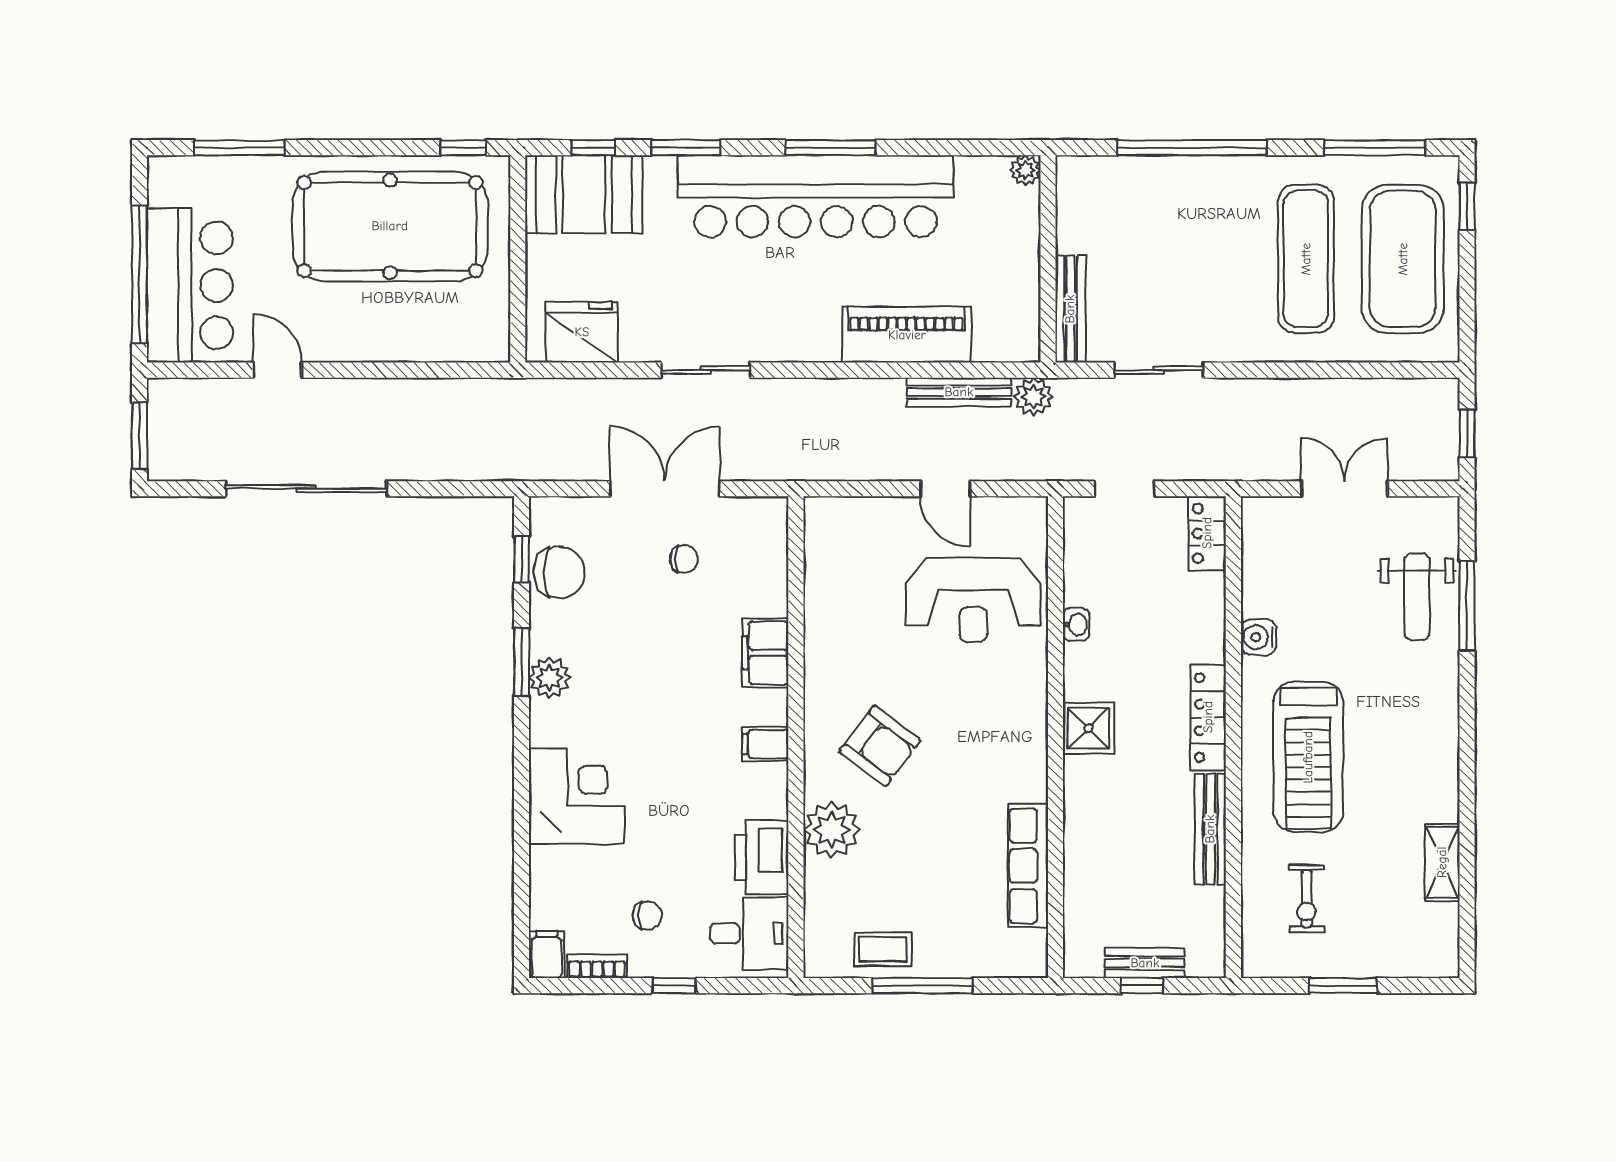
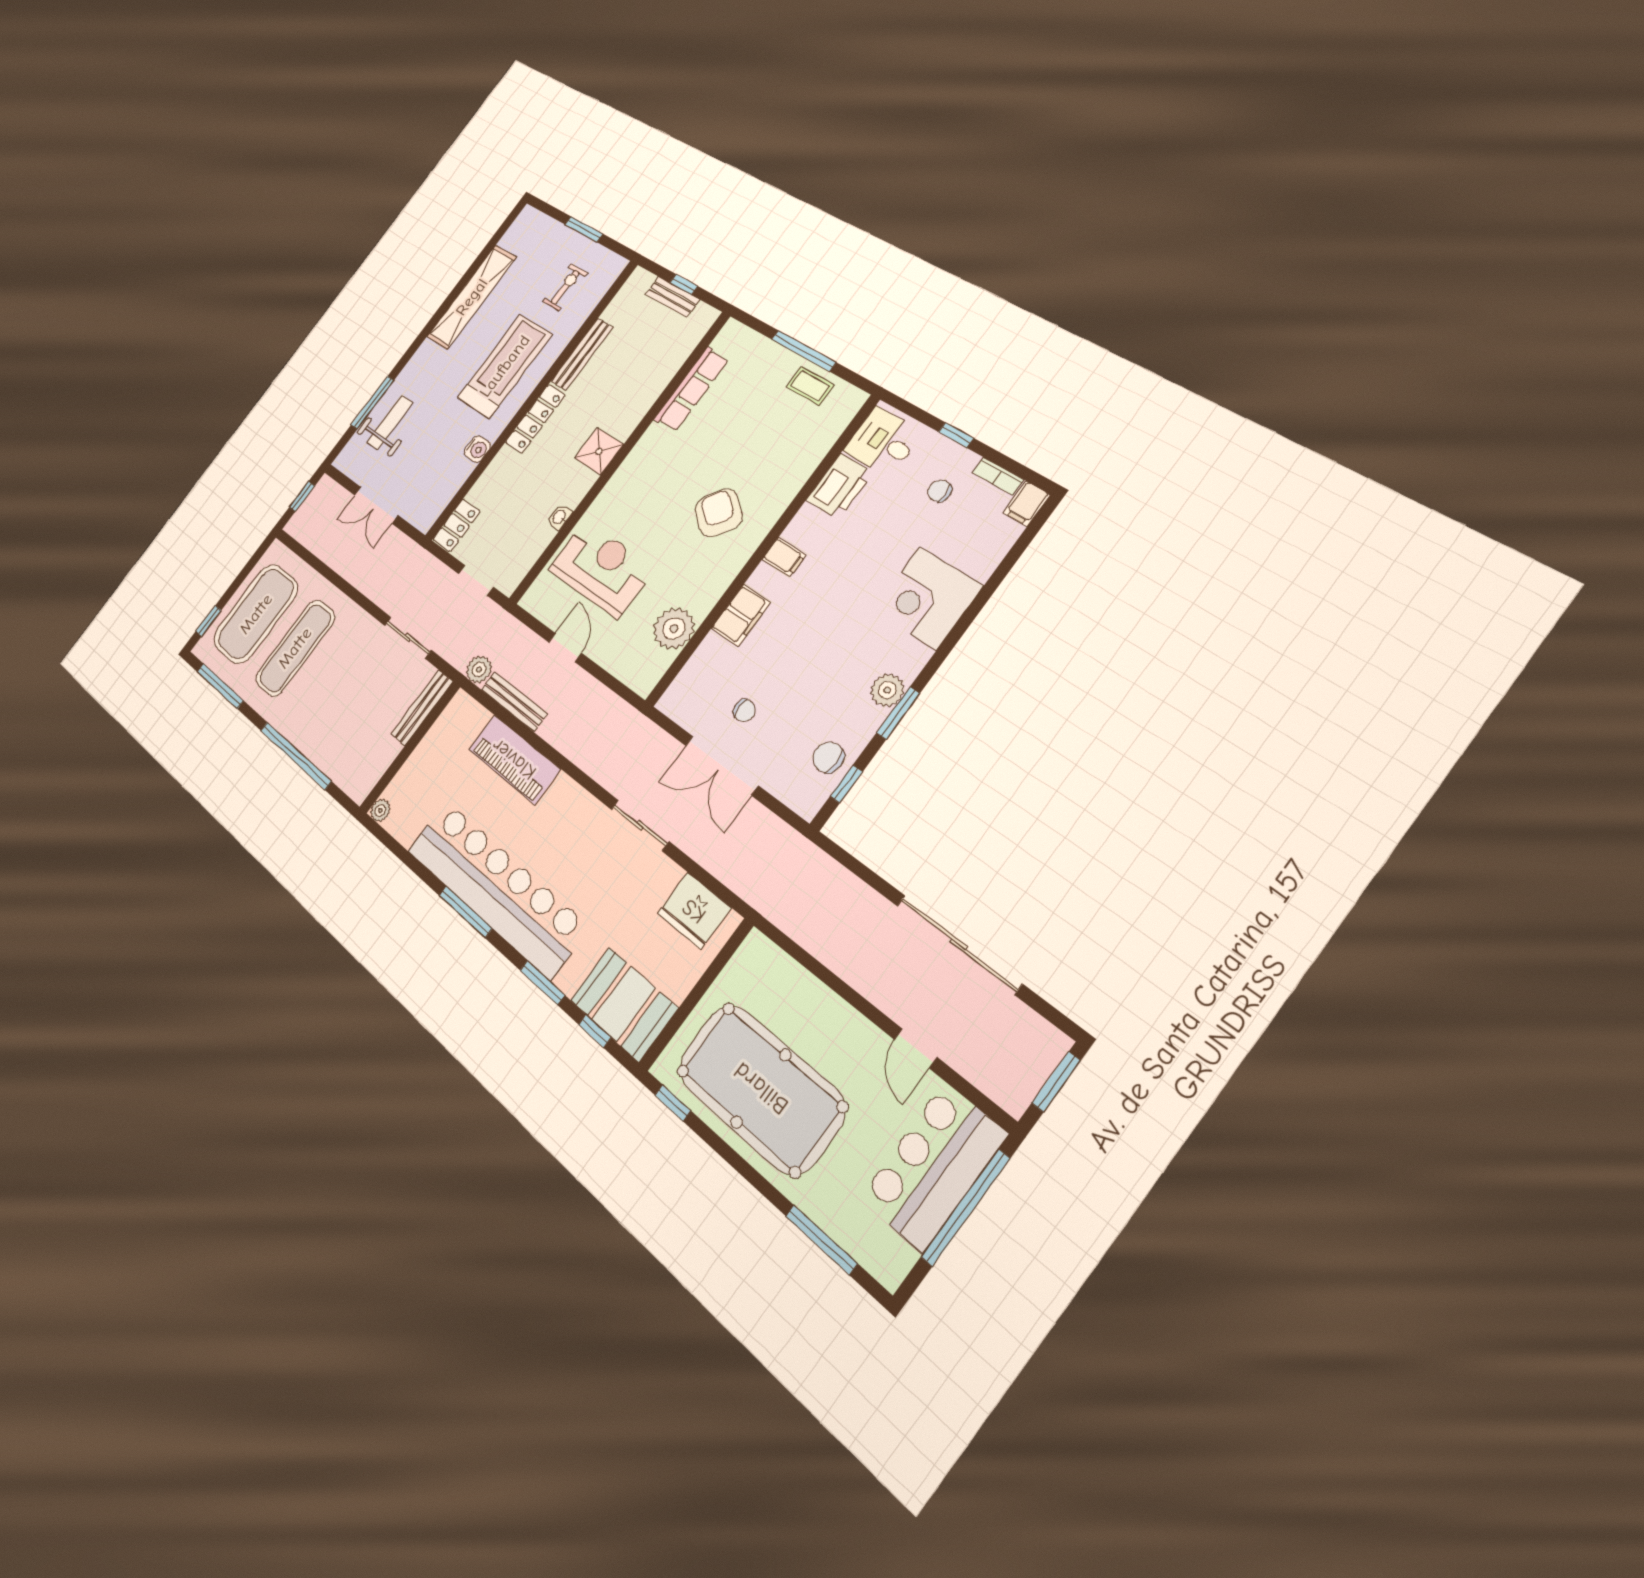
chair: (684, 559) -> (744, 711), turned 180
chair: (559, 572) -> (828, 757), width x0.73, depth x0.73
plant: (832, 830) -> (674, 629), moved
shelving: (1442, 862) -> (472, 297), width x2.20, depth x1.33

